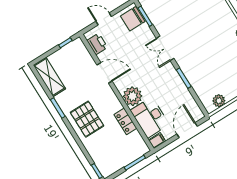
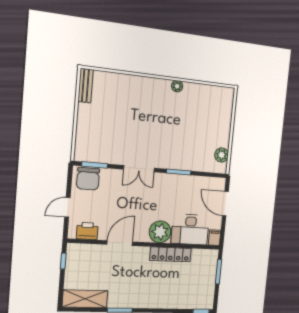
pallet: (87, 119) -> (150, 289), removed
locker: (125, 121) -> (170, 254), width x1.53

